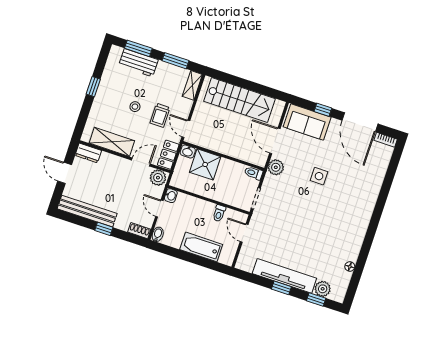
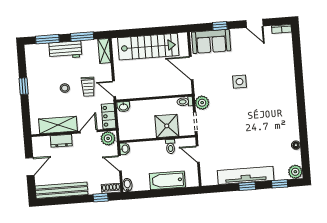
workbench: (138, 63) -> (65, 50), moved
door: (360, 122) -> (254, 23), width x0.53
dresser: (88, 153) -> (61, 141), moved
shower: (205, 164) -> (167, 126), moved
plant: (276, 167) -> (202, 103), moved
door: (65, 173) -> (30, 167), swing flipped
window: (104, 229) -> (101, 198), moved
plant: (323, 289) -> (295, 172), moved

